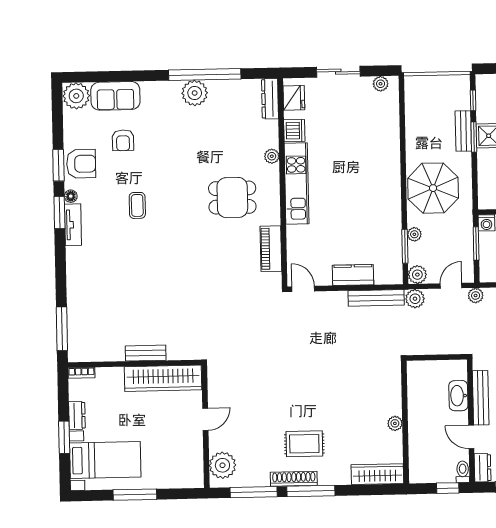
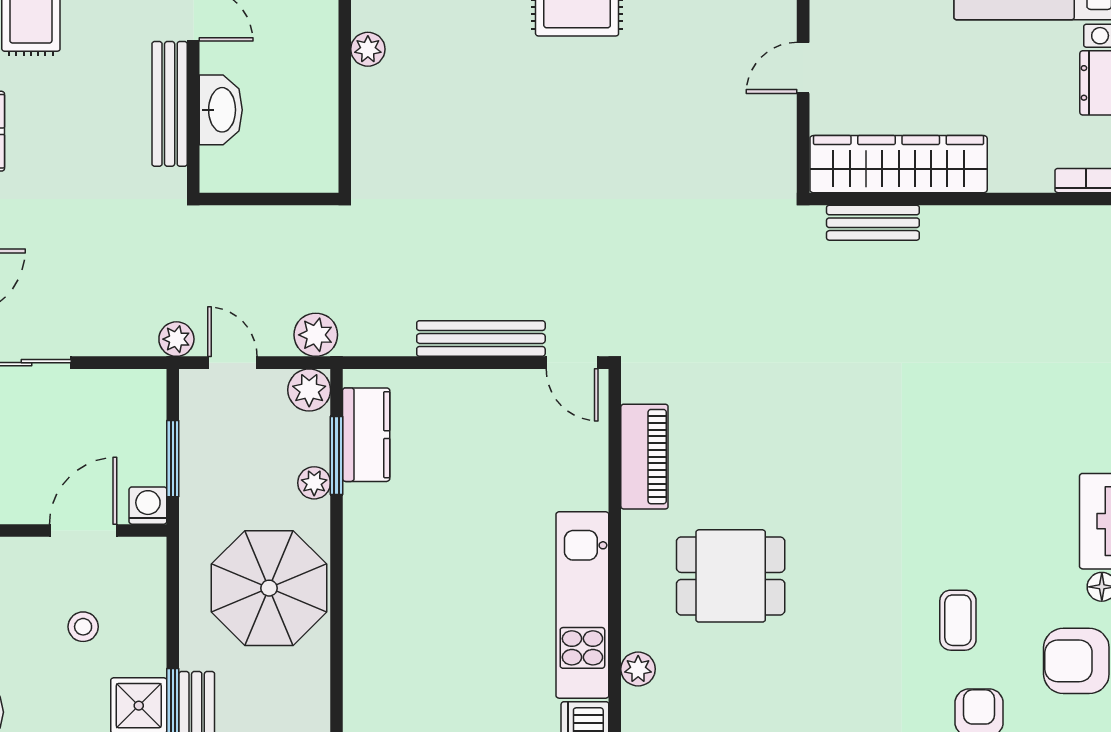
coffee table: (137, 205) -> (958, 620), moved
kitchen counter: (353, 275) -> (366, 435), moved, turned -90
door: (451, 286) -> (232, 363), swing flipped
bench: (376, 298) -> (481, 339), moved
bench: (146, 353) -> (873, 223), moved

